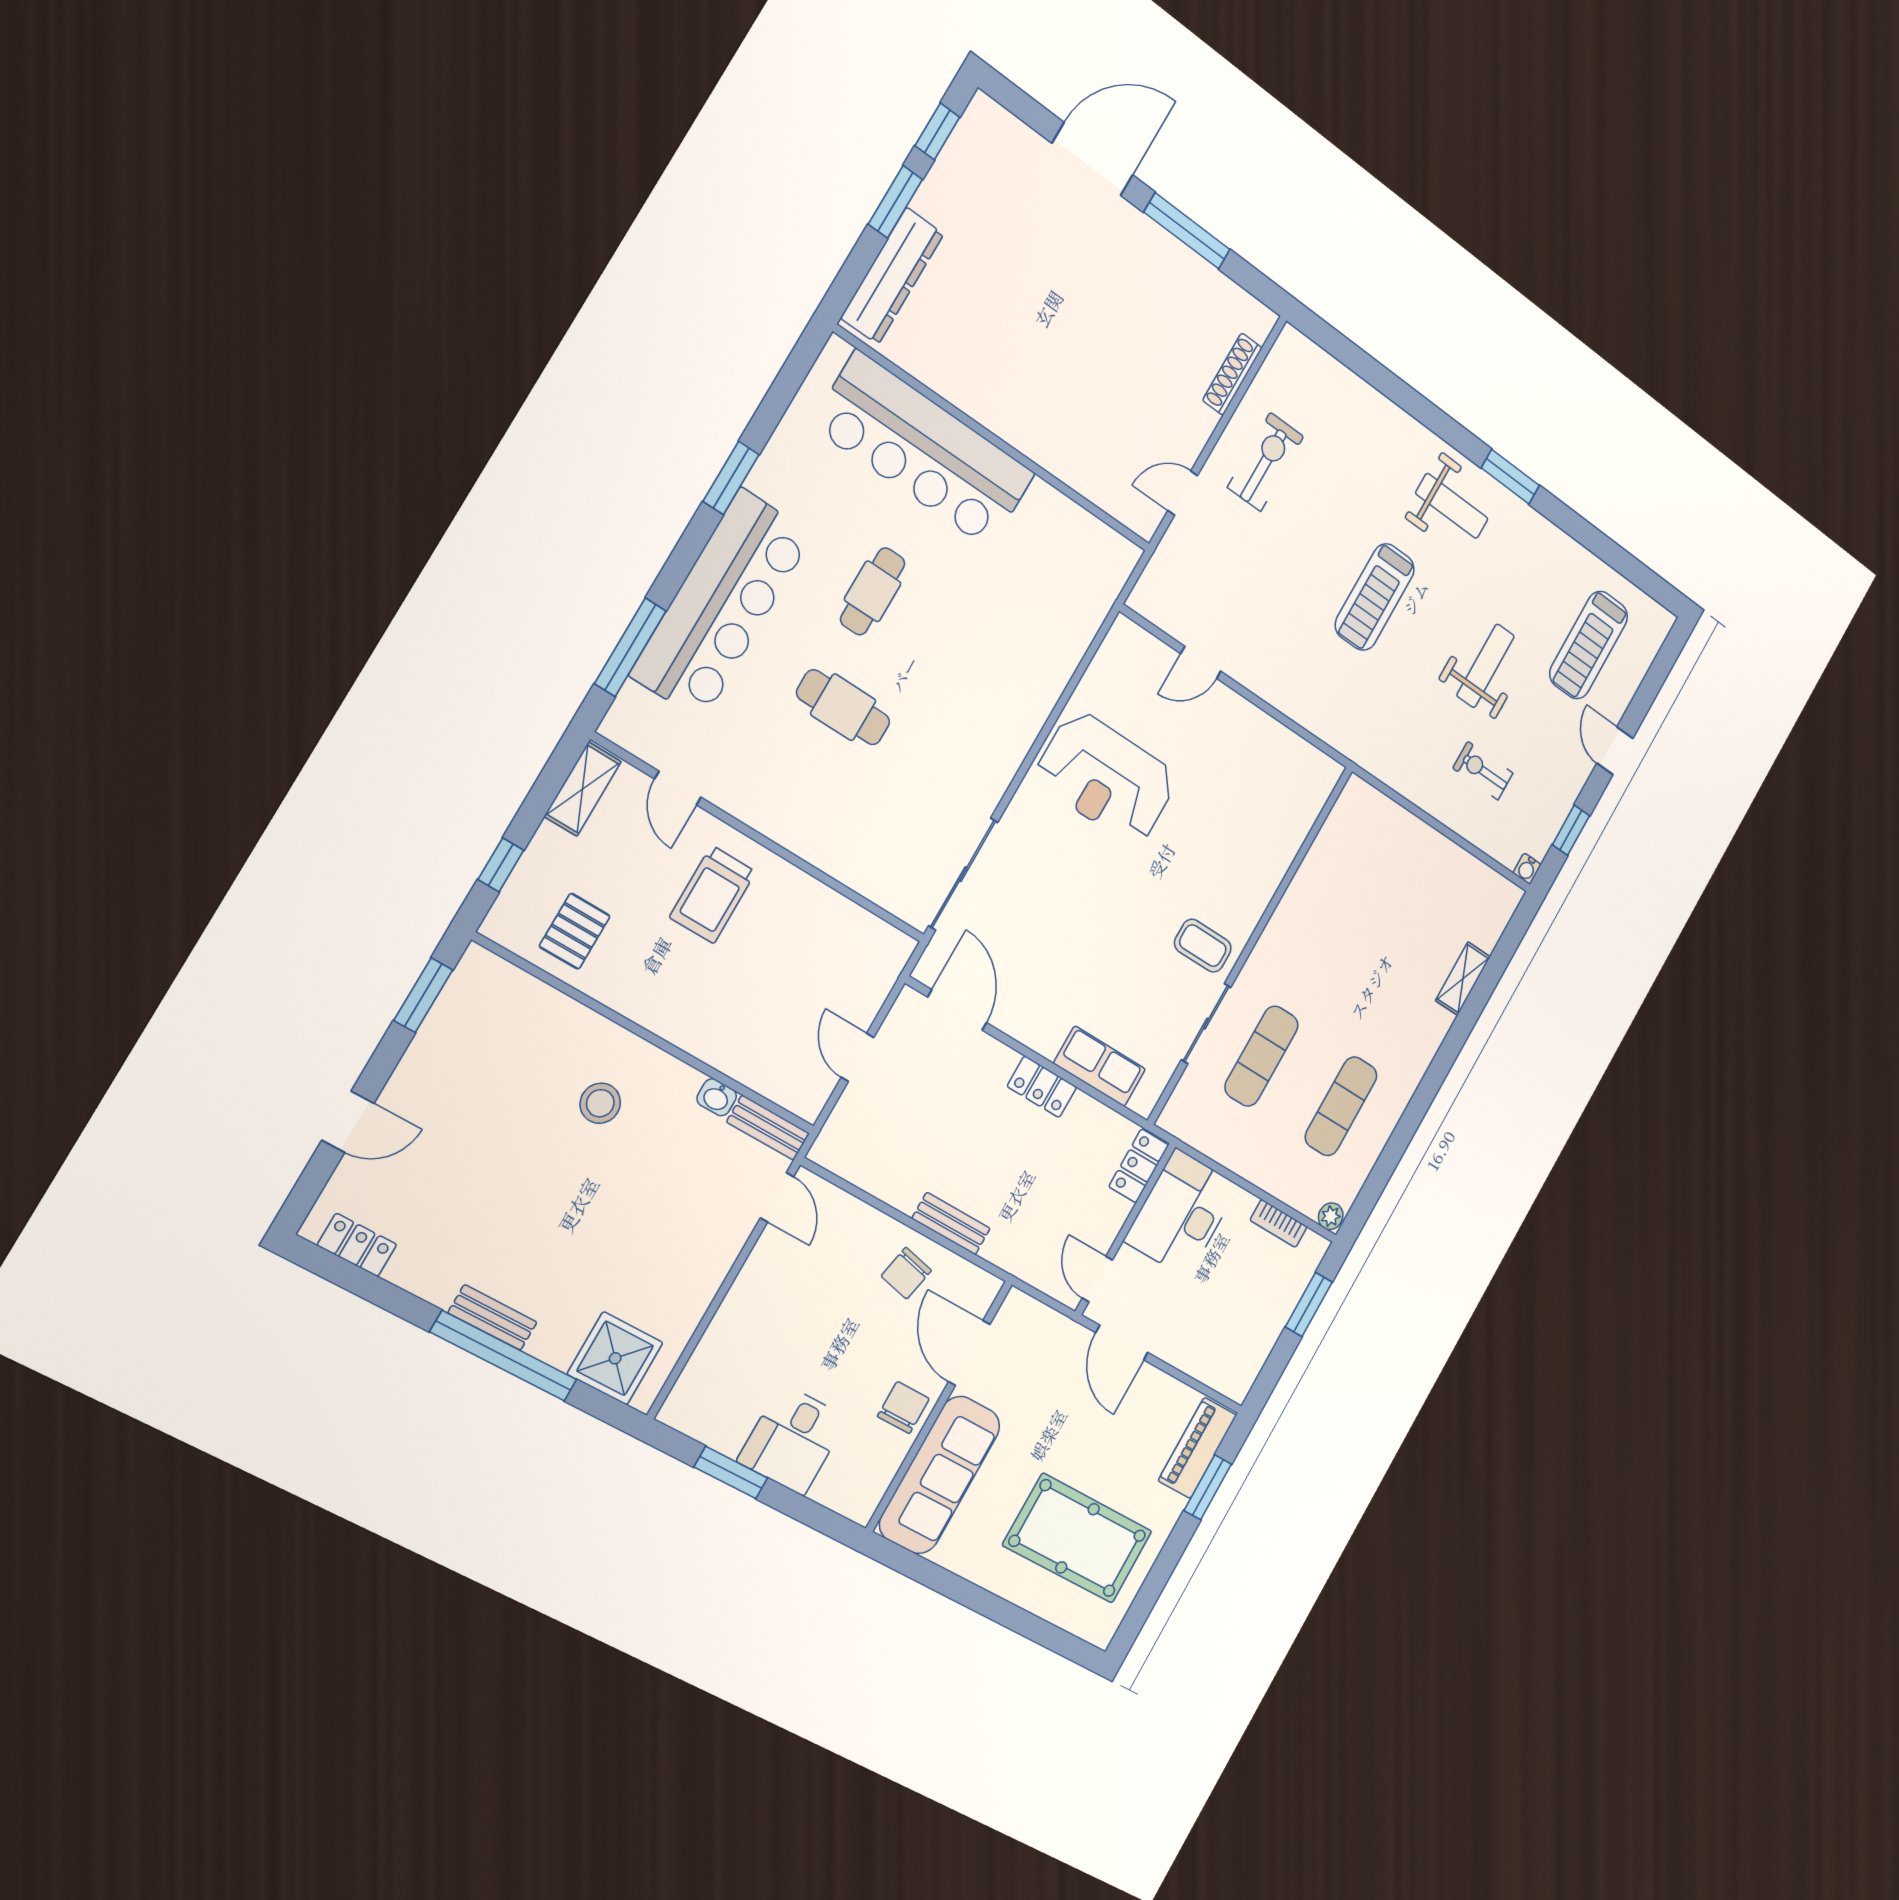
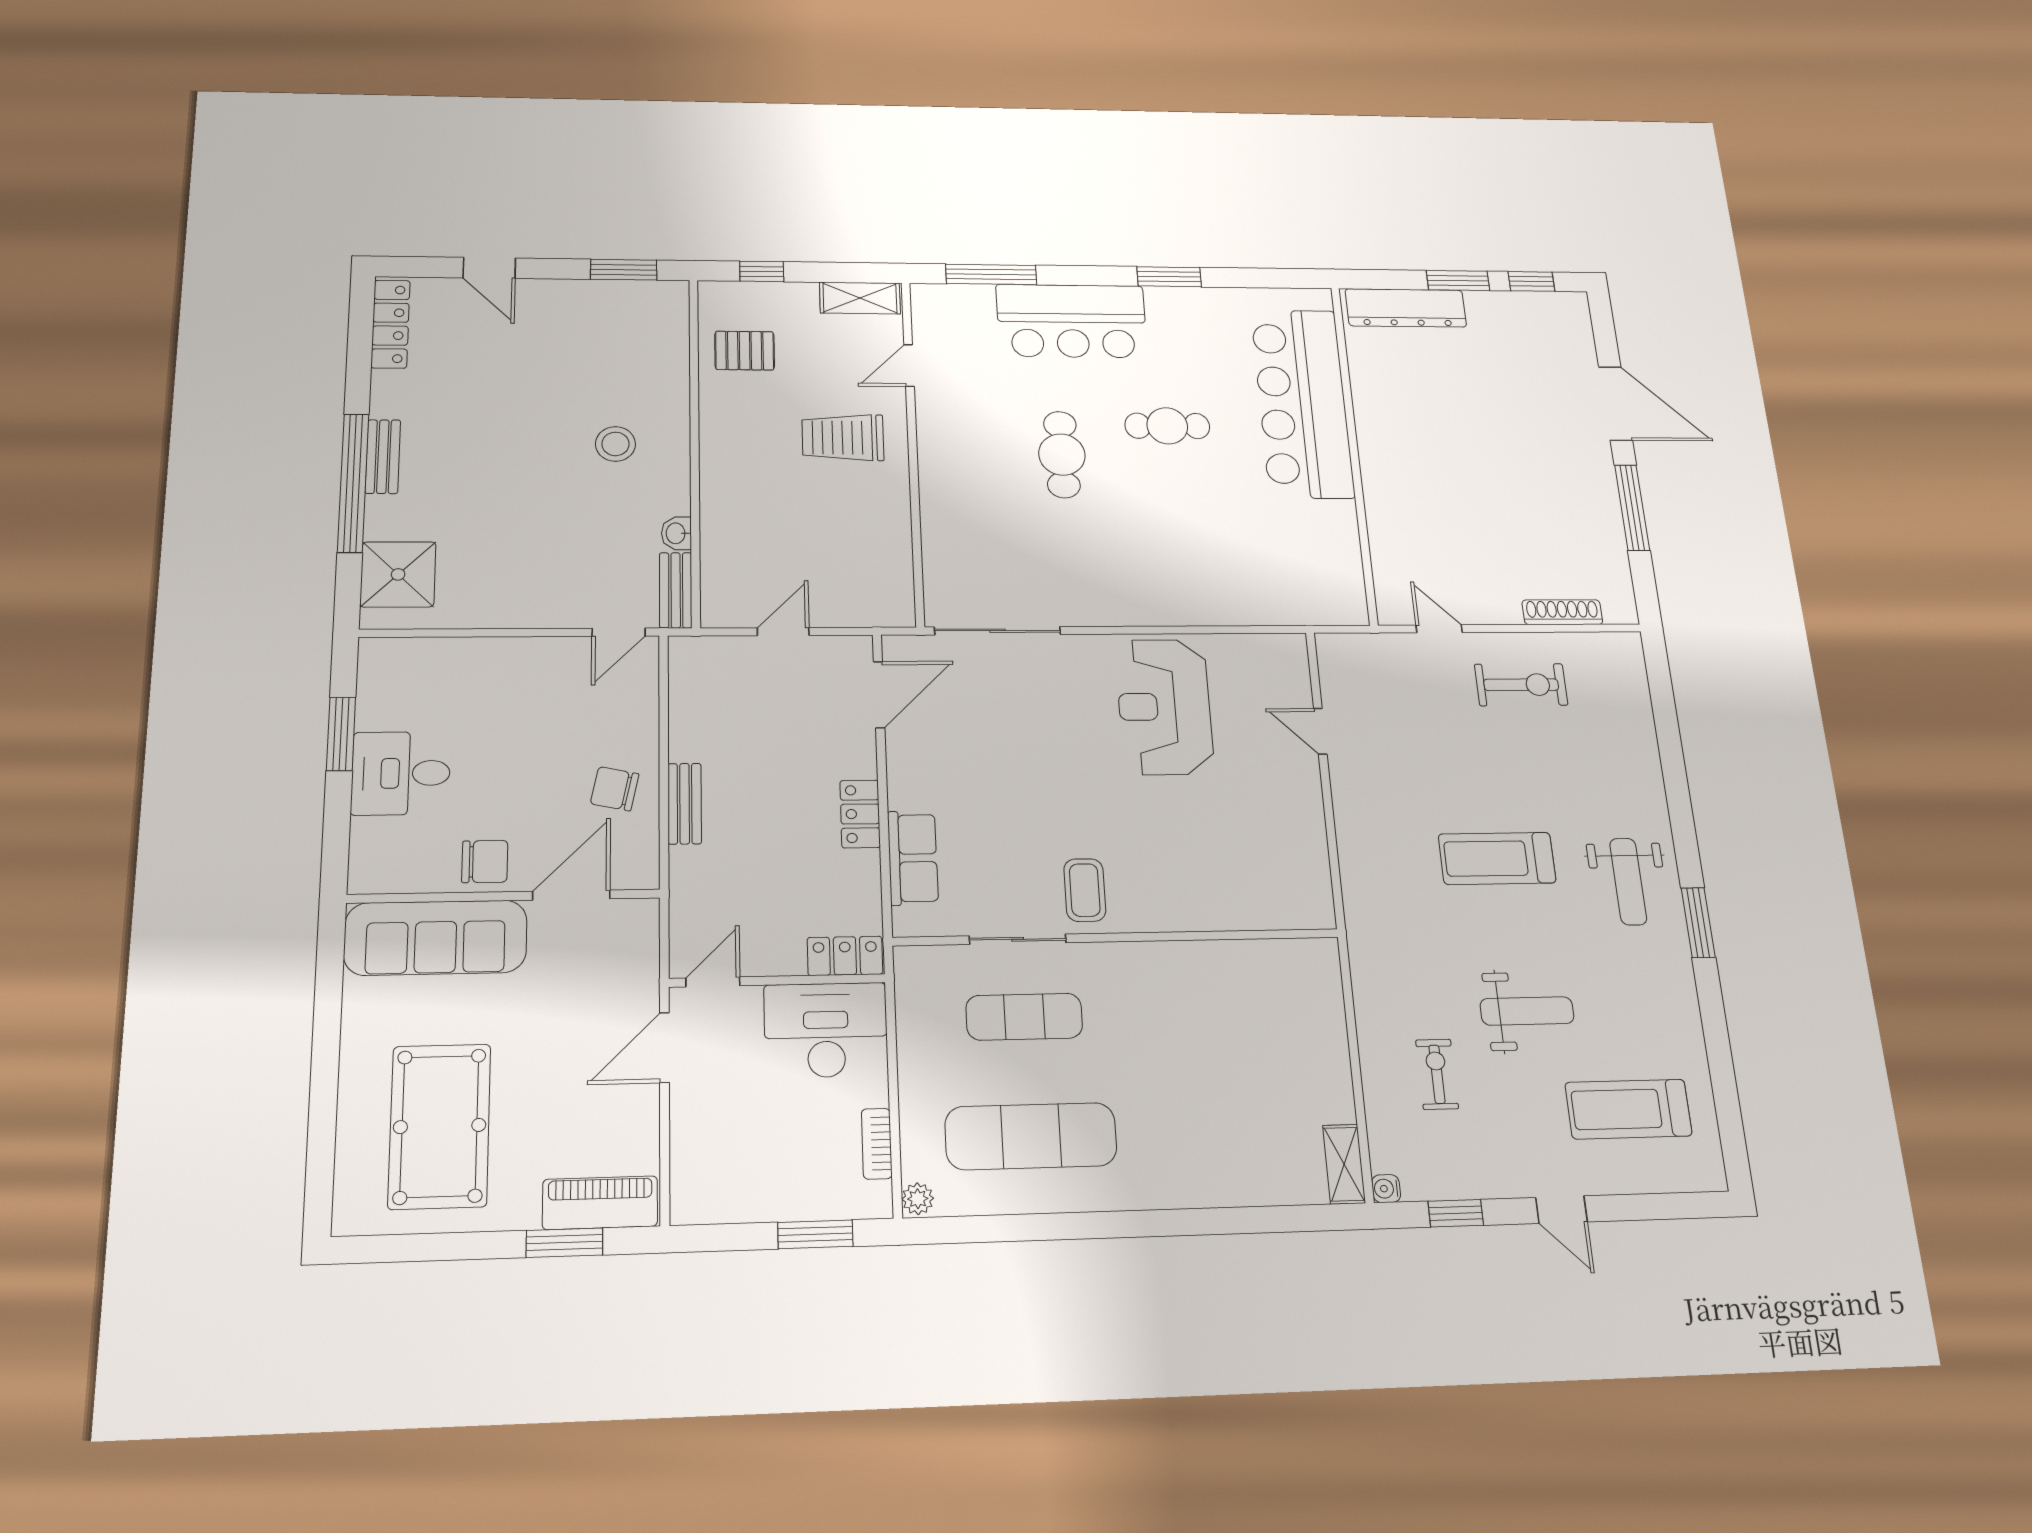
bar counter: (722, 605) -> (1072, 321), width x0.73
door: (1615, 751) -> (1561, 1210), swing flipped
shelving: (1463, 979) -> (1344, 1164), moved, turned 90
exercise mat: (1341, 1106) -> (1031, 1136), width x1.36, depth x1.45
locker: (357, 1245) -> (391, 324), width x1.53

